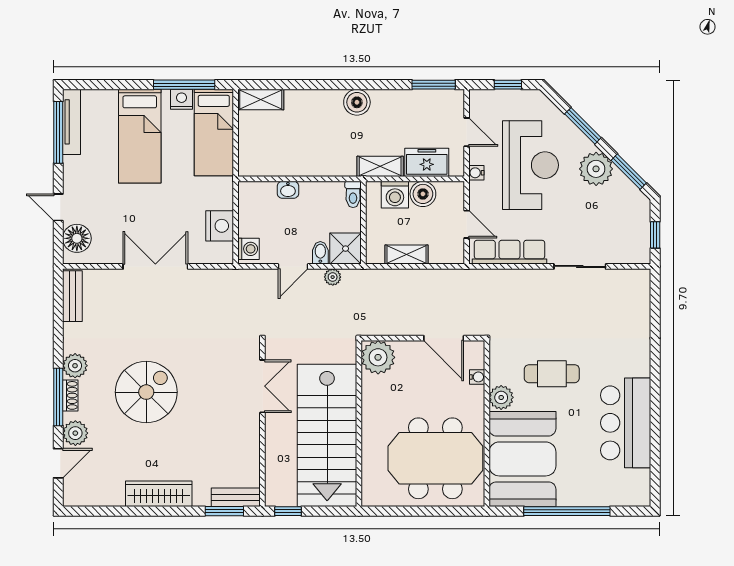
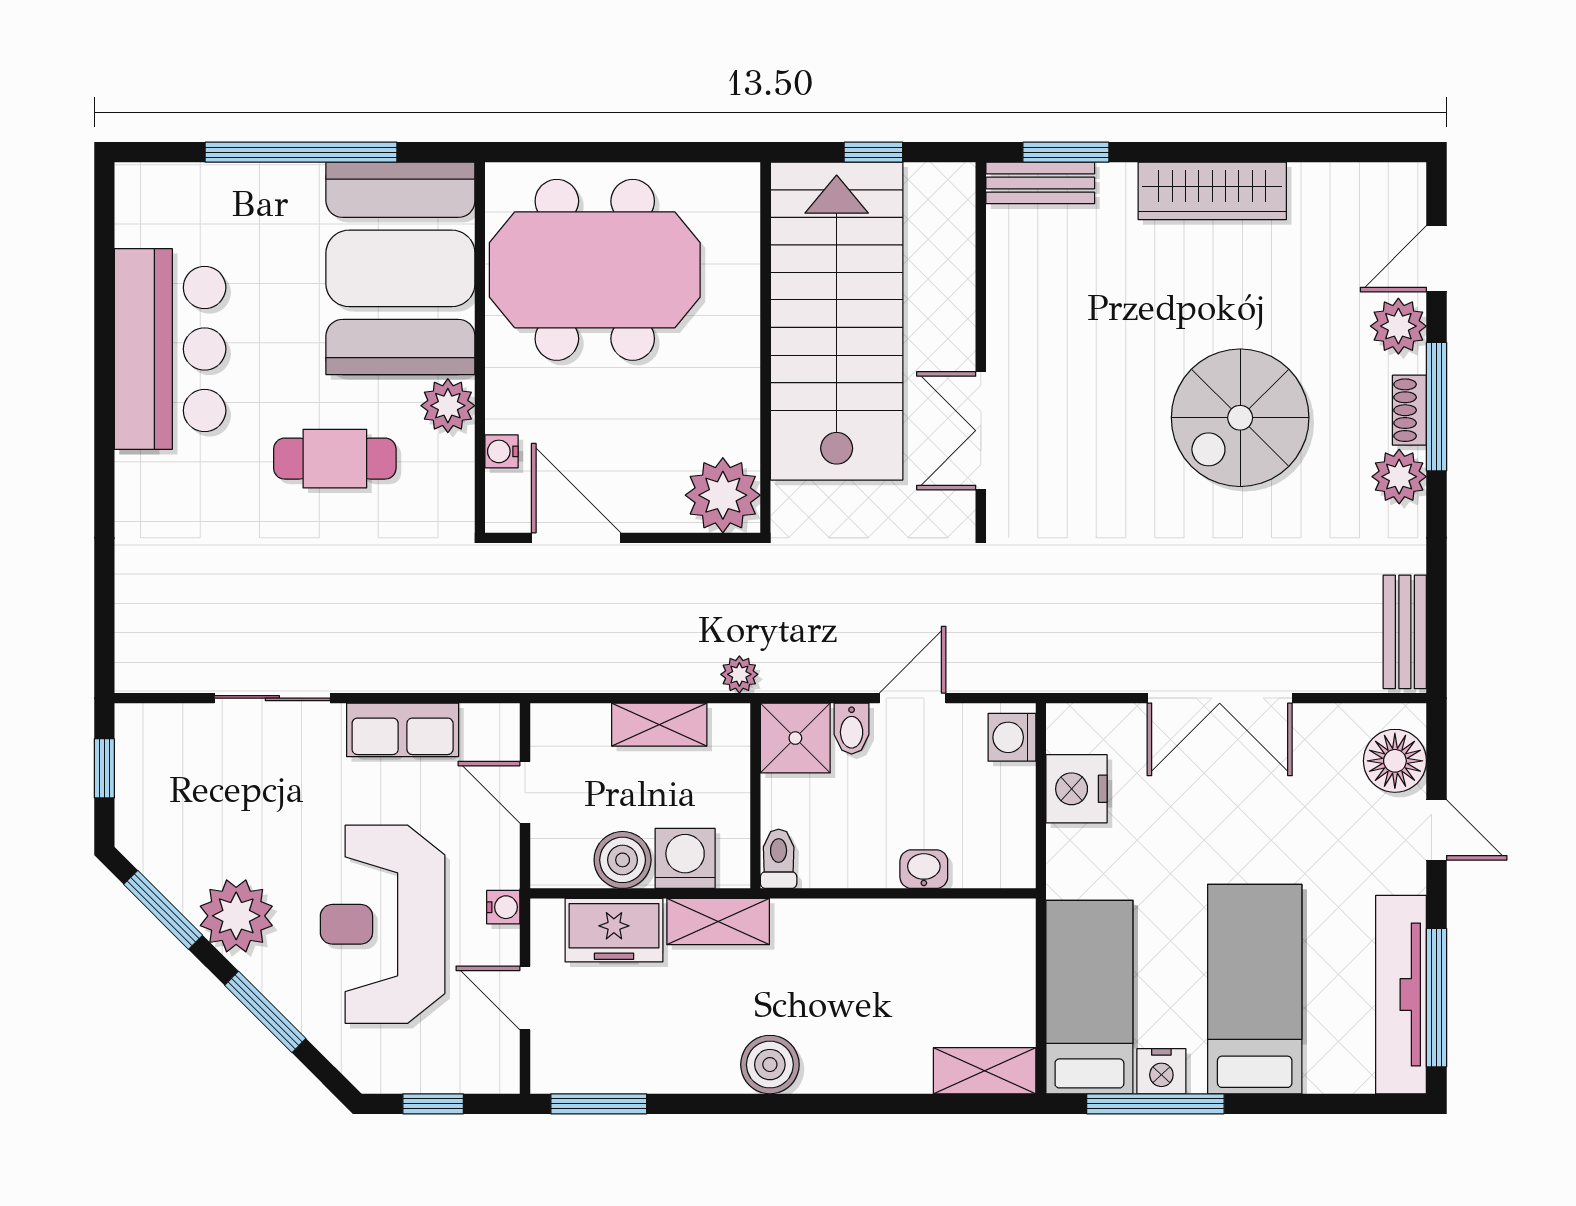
tv unit: (72, 122) -> (1401, 995), width x1.36, depth x1.29
row of seats: (509, 252) -> (403, 730), width x0.68
plant: (333, 277) -> (739, 674), moved
window: (288, 511) -> (873, 152), moved

